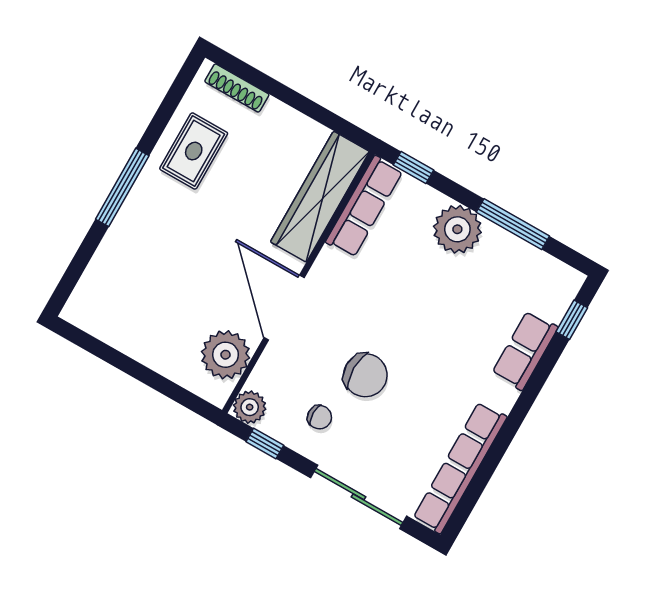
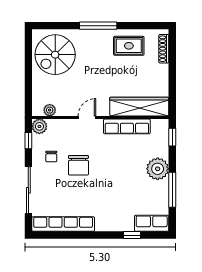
row of seats: (364, 207) -> (127, 126), moved
spiral stairs: (131, 300) -> (55, 55), added
door: (284, 308) -> (87, 117), width x0.53
window: (572, 320) -> (132, 235), moved
row of seats: (525, 350) -> (152, 223), moved
plant: (226, 355) -> (50, 110), width x0.53, depth x0.53

